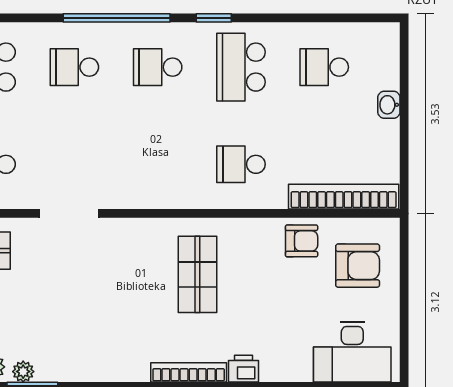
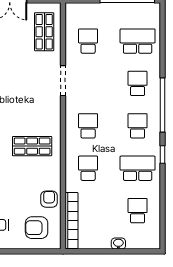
school desk: (158, 164) -> (88, 126), added
armchair: (302, 241) -> (49, 199), turned 180
armchair: (358, 266) -> (37, 228), turned 90

